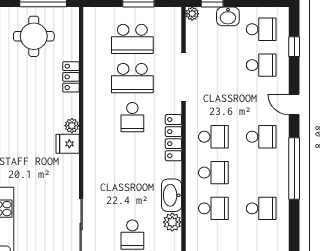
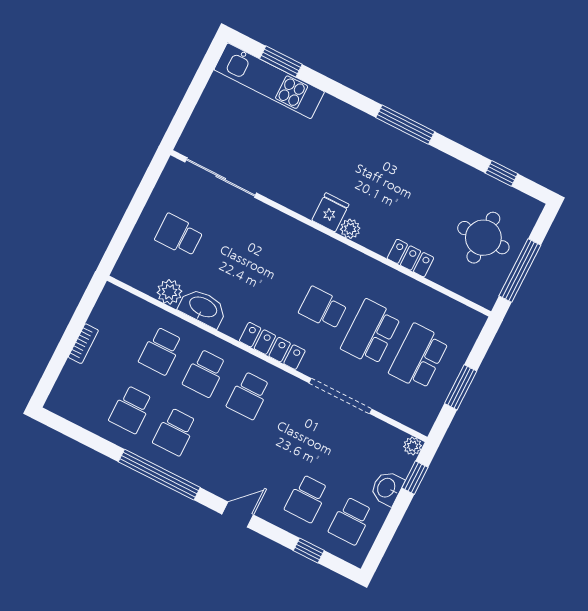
school desk: (261, 137) -> (175, 432), moved

